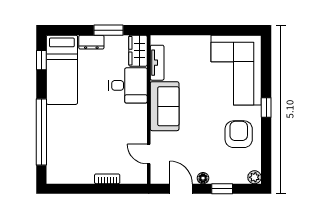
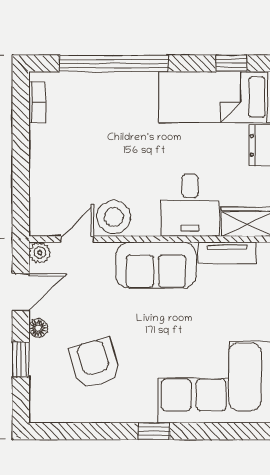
stool: (135, 132) -> (114, 217), added
armchair: (239, 134) -> (95, 363), moved, turned -107
plant: (255, 177) -> (40, 253), moved
bookcase: (107, 179) -> (37, 102), moved

